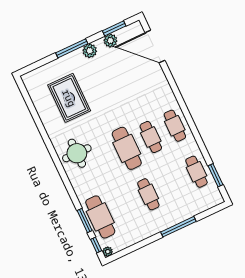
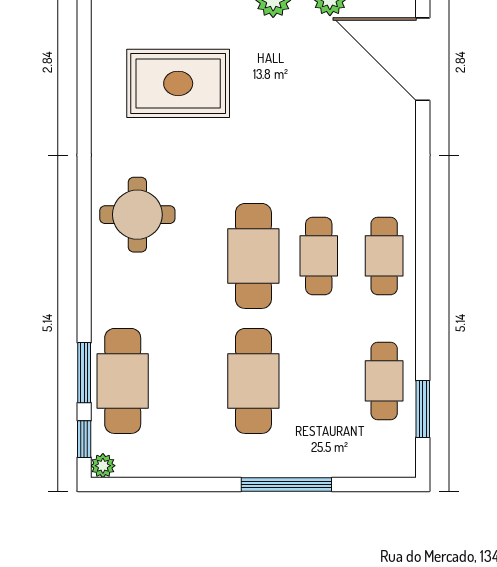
rug: (69, 98) -> (178, 83), turned 90
cafe table: (148, 194) -> (253, 381), width x1.37, depth x1.35

